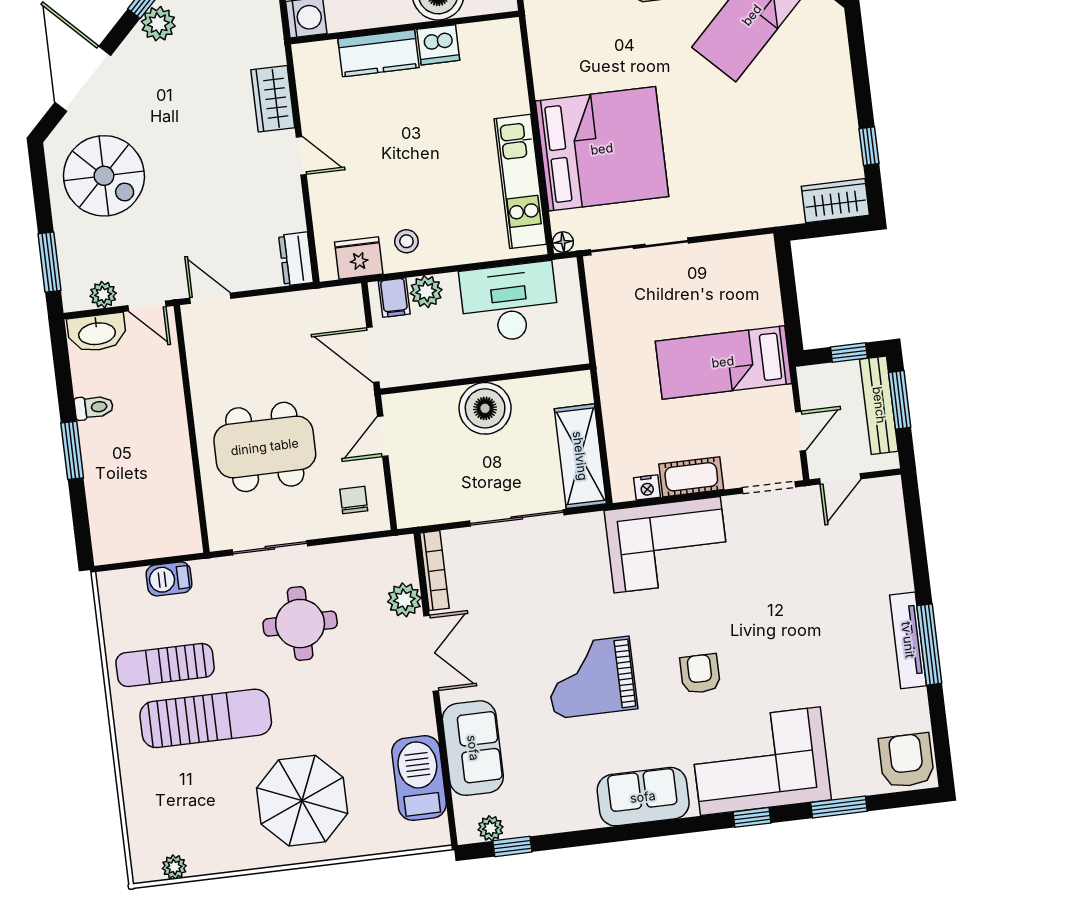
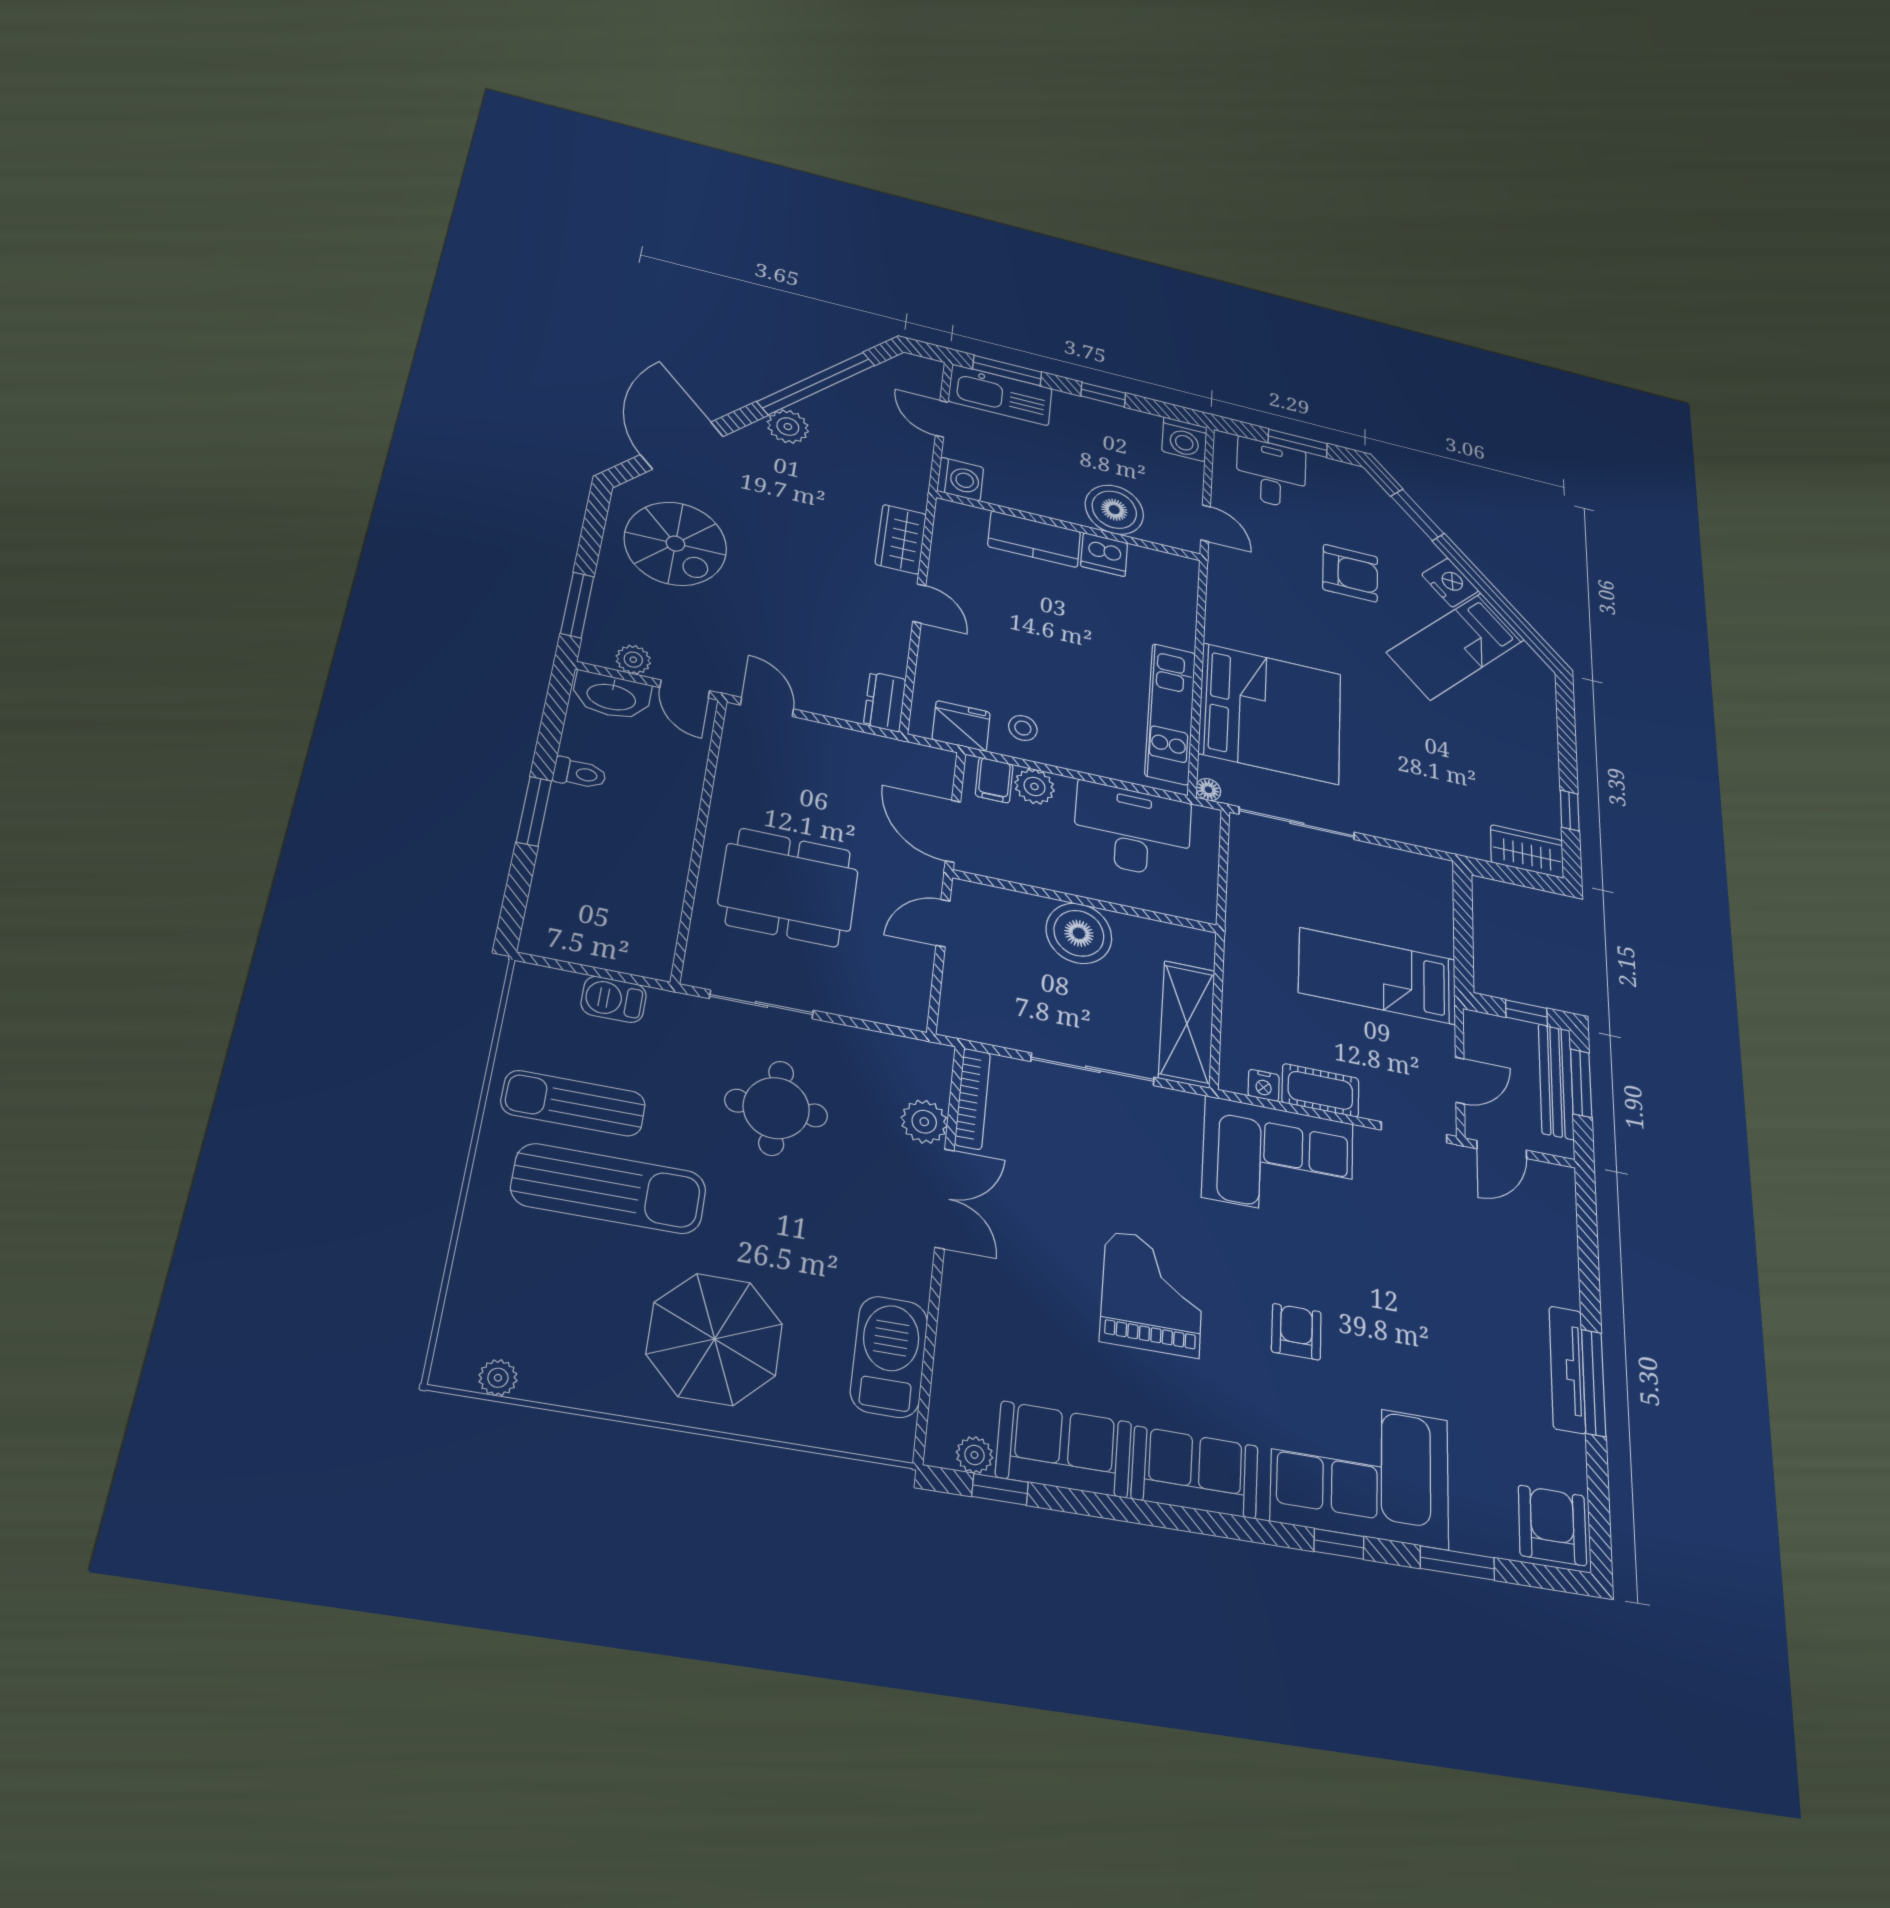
chair: (354, 500) -> (887, 983), removed
grand piano: (591, 678) -> (1152, 1294), turned 90
sofa: (473, 748) -> (1064, 1449), moved, turned -90

